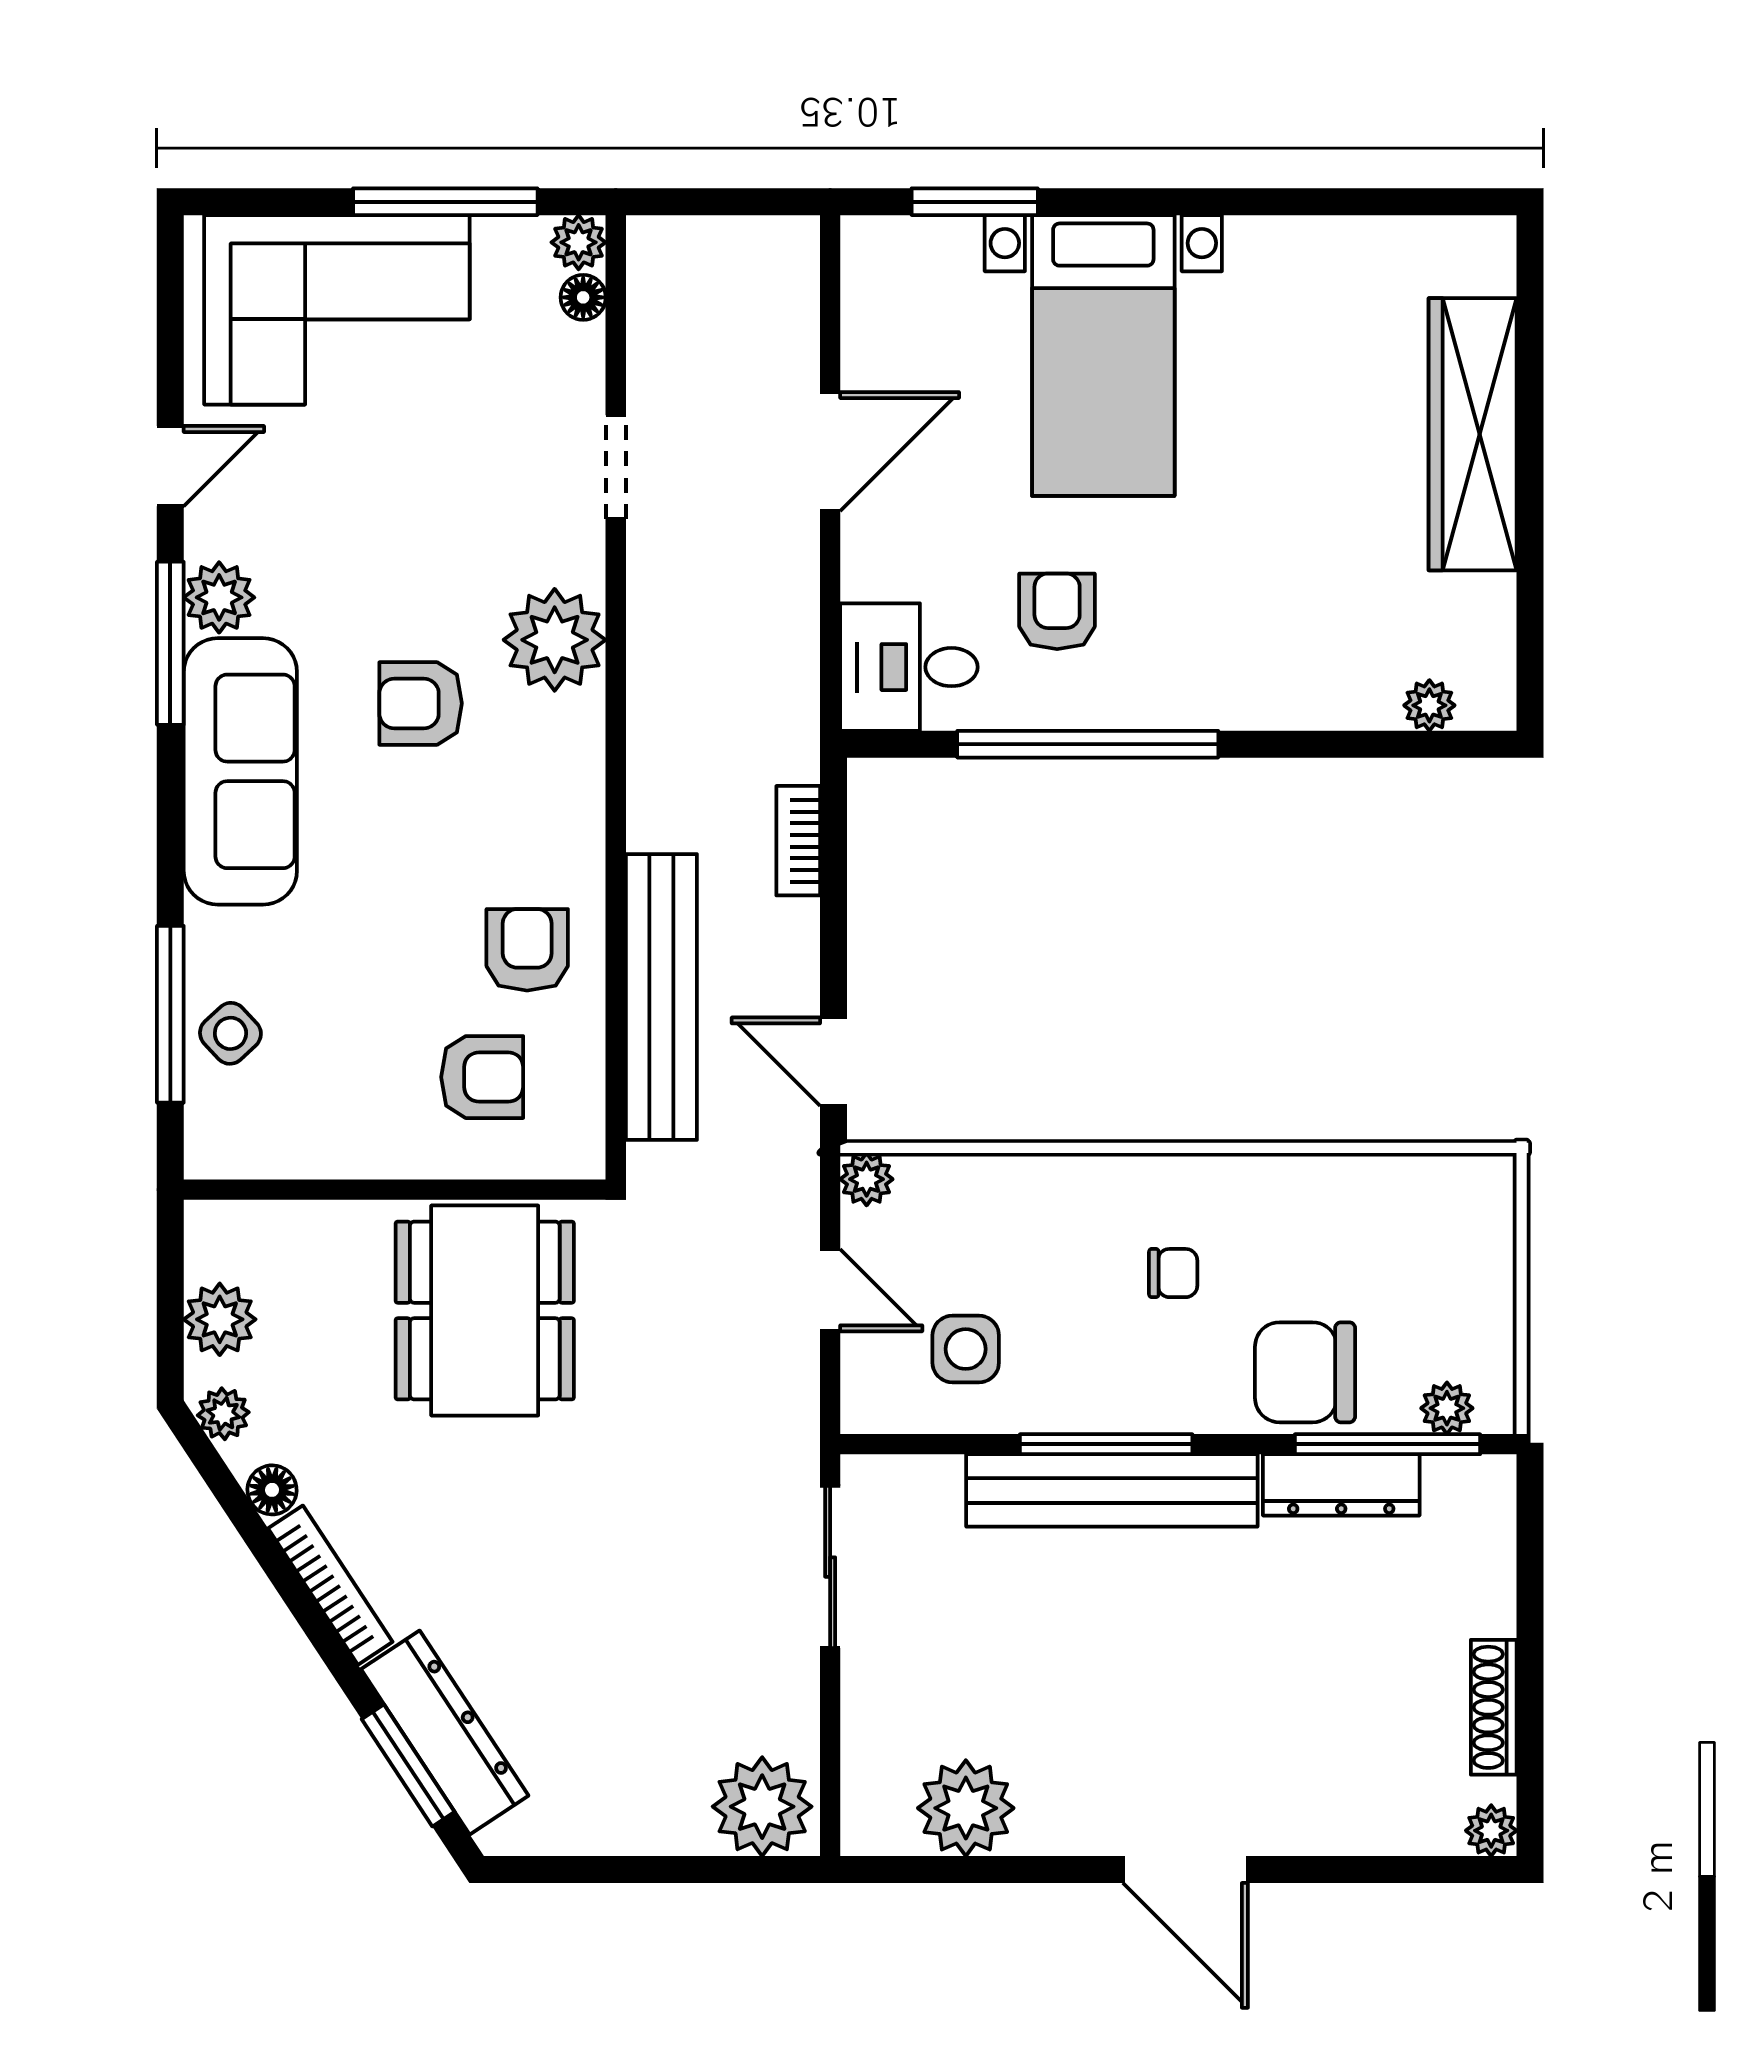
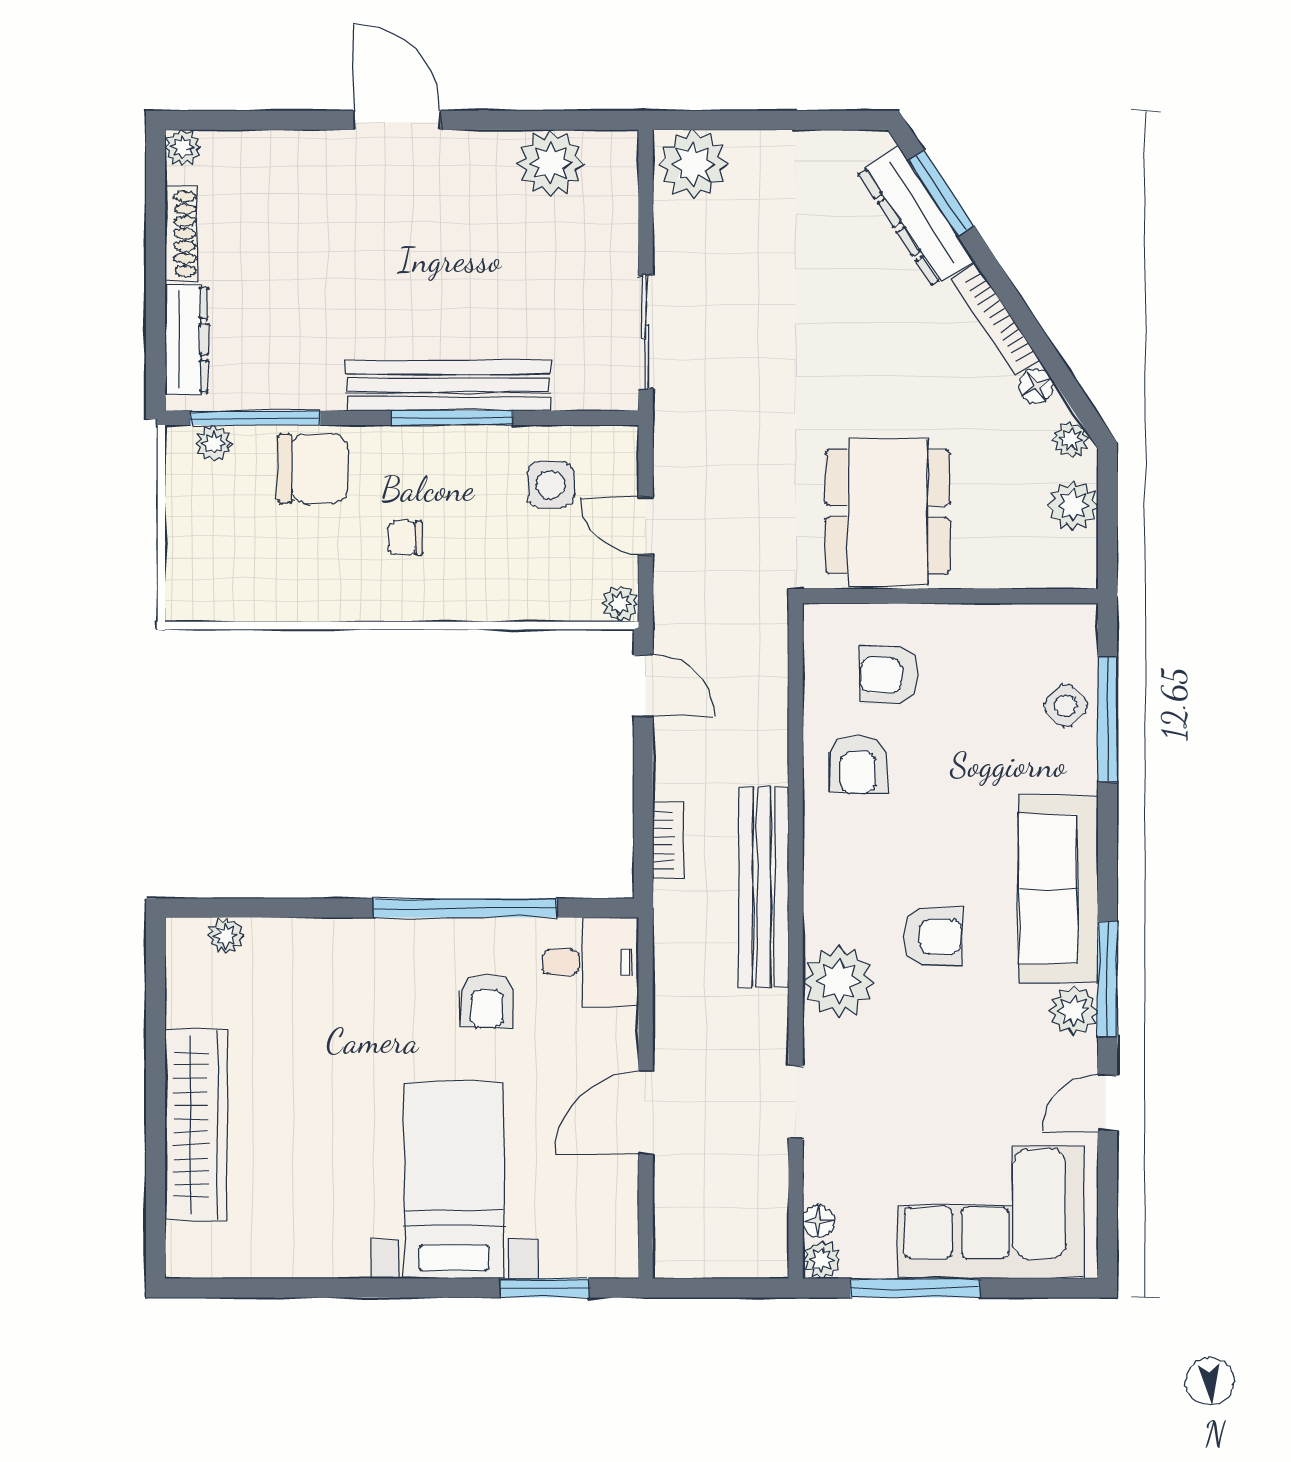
bench: (661, 997) -> (764, 887), moved
dresser: (1341, 1485) -> (186, 340), moved, turned 90

